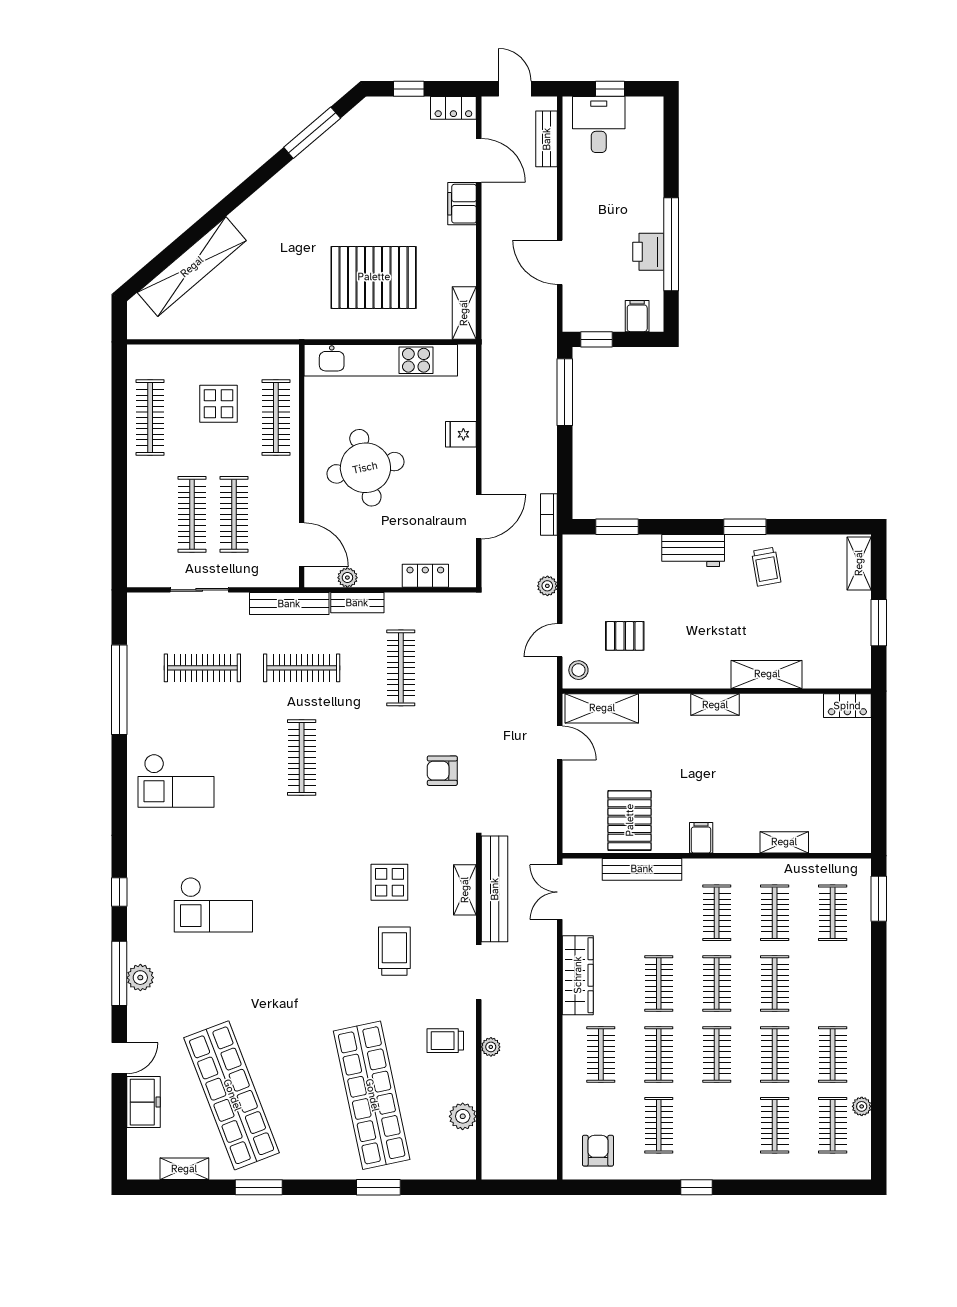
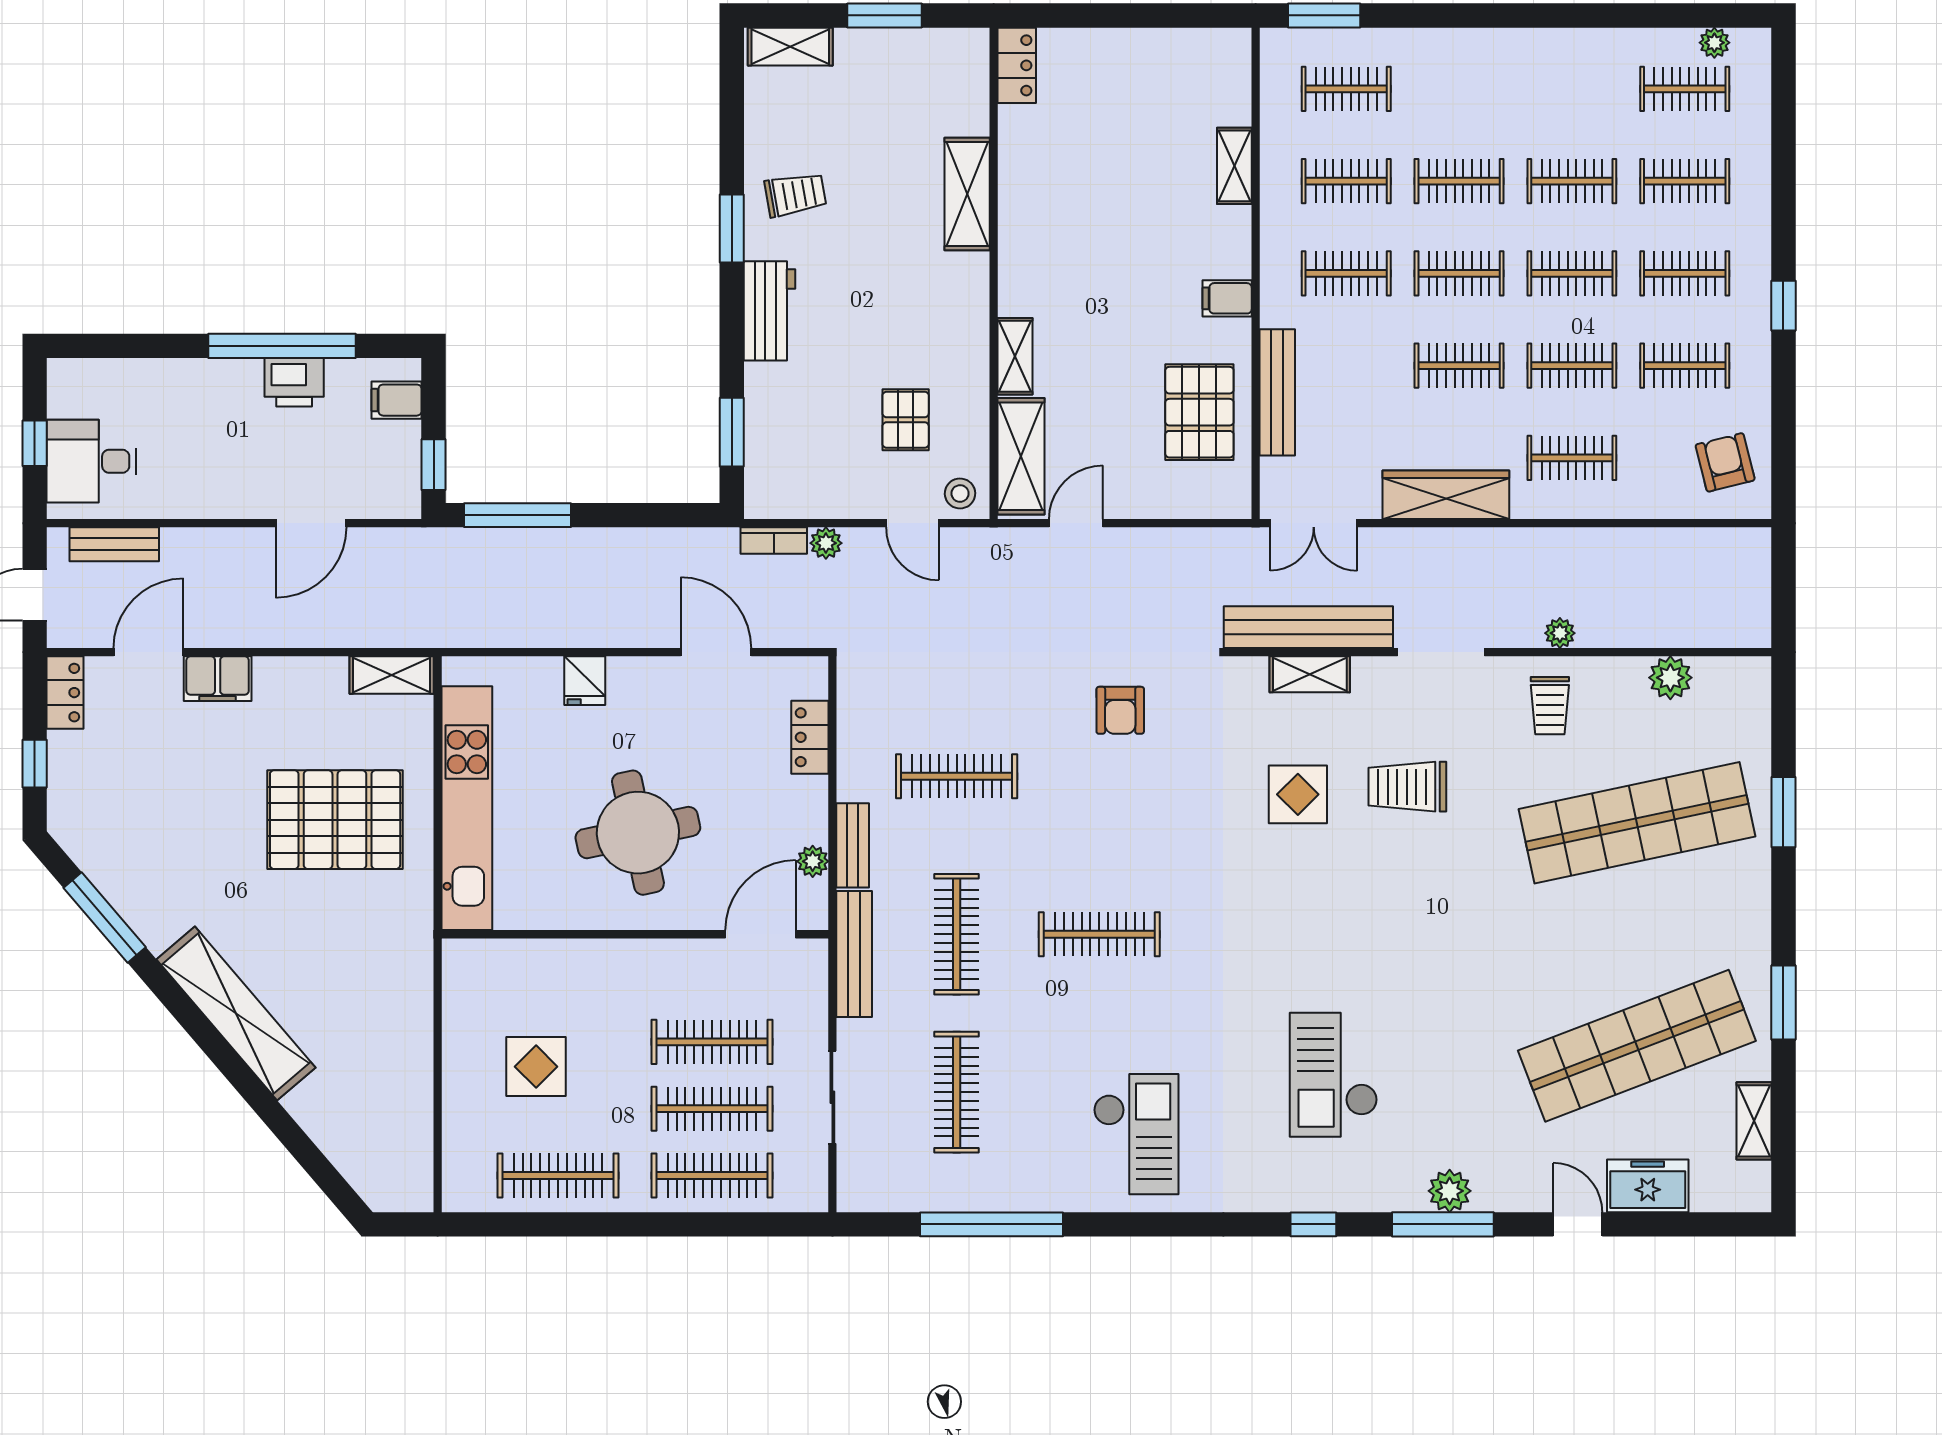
shelving: (192, 267) -> (236, 1013), moved
pallet: (374, 277) -> (335, 820), turned 90
clothes rail: (276, 418) -> (712, 1175), moved
bookcase: (549, 515) -> (774, 540), moved
shelving: (715, 705) -> (1015, 356), moved
pallet: (630, 820) -> (1199, 412), turned 90
checkout: (213, 905) -> (1334, 1075), turned 180
clothes rail: (833, 1054) -> (1685, 273), moved
plant: (862, 1106) -> (1714, 43), moved
armchair: (598, 1151) -> (1725, 462), turned 76

